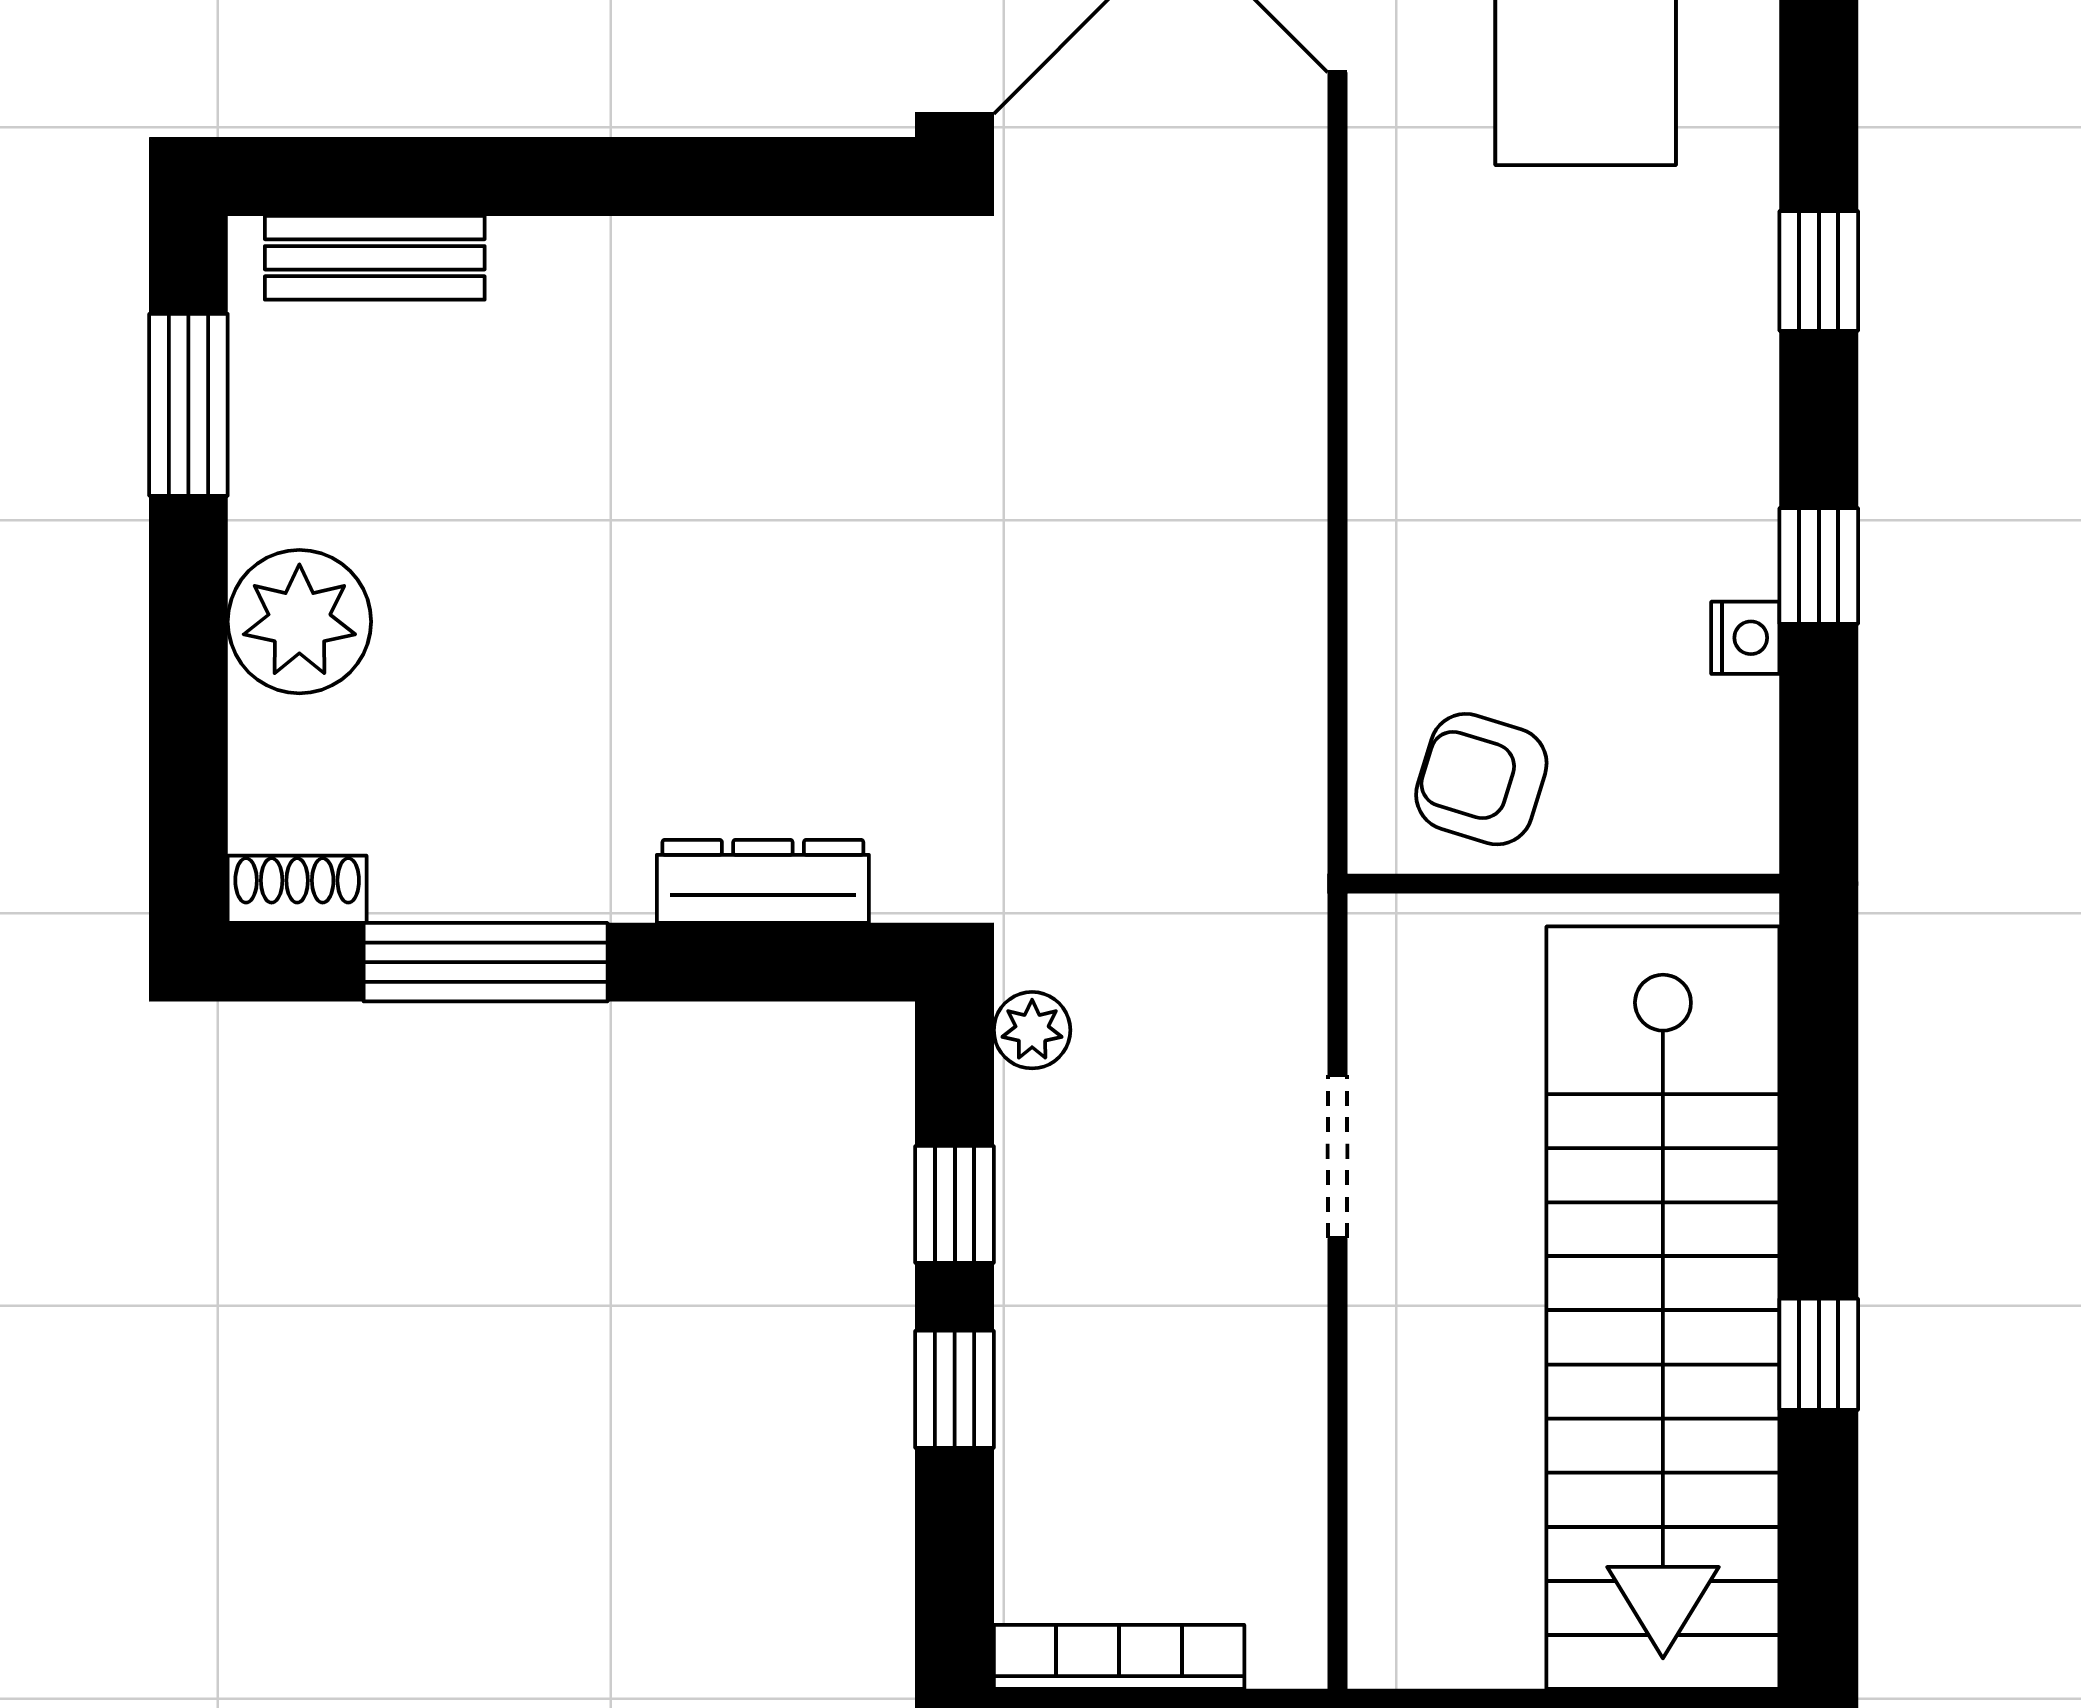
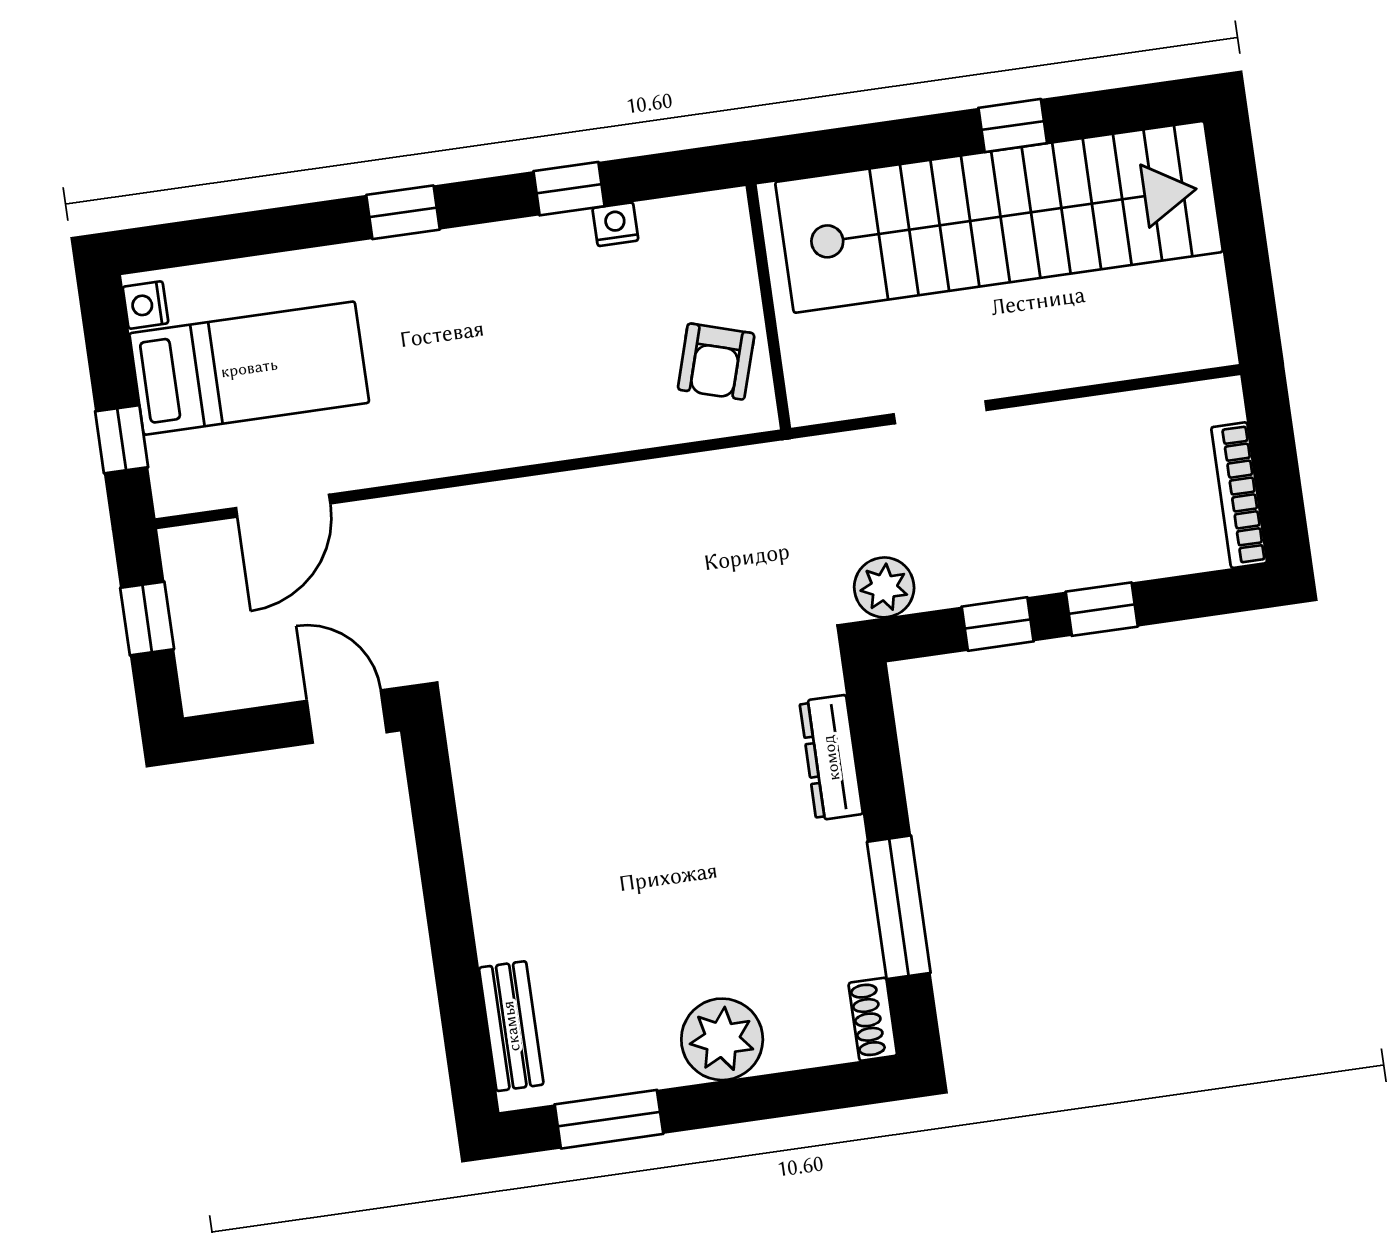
plant: (1032, 1030) -> (884, 587), width x1.38, depth x1.38

